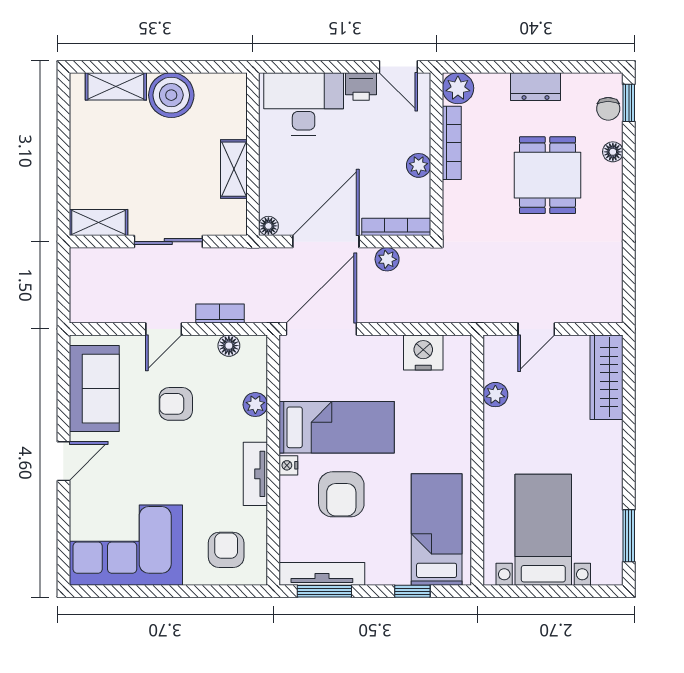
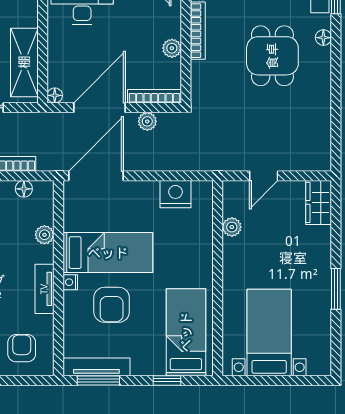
shelving: (234, 169) -> (24, 62), width x1.50, depth x1.33
wardrobe: (607, 377) -> (319, 202), width x0.67
window: (629, 536) -> (336, 289), moved

